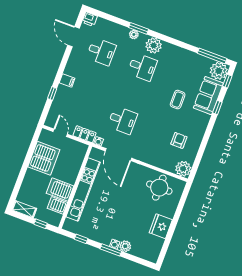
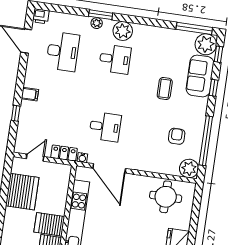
desk: (101, 52) -> (63, 51), width x1.37
door: (60, 133) -> (35, 158), hinge flipped
window: (202, 149) -> (206, 141), added

